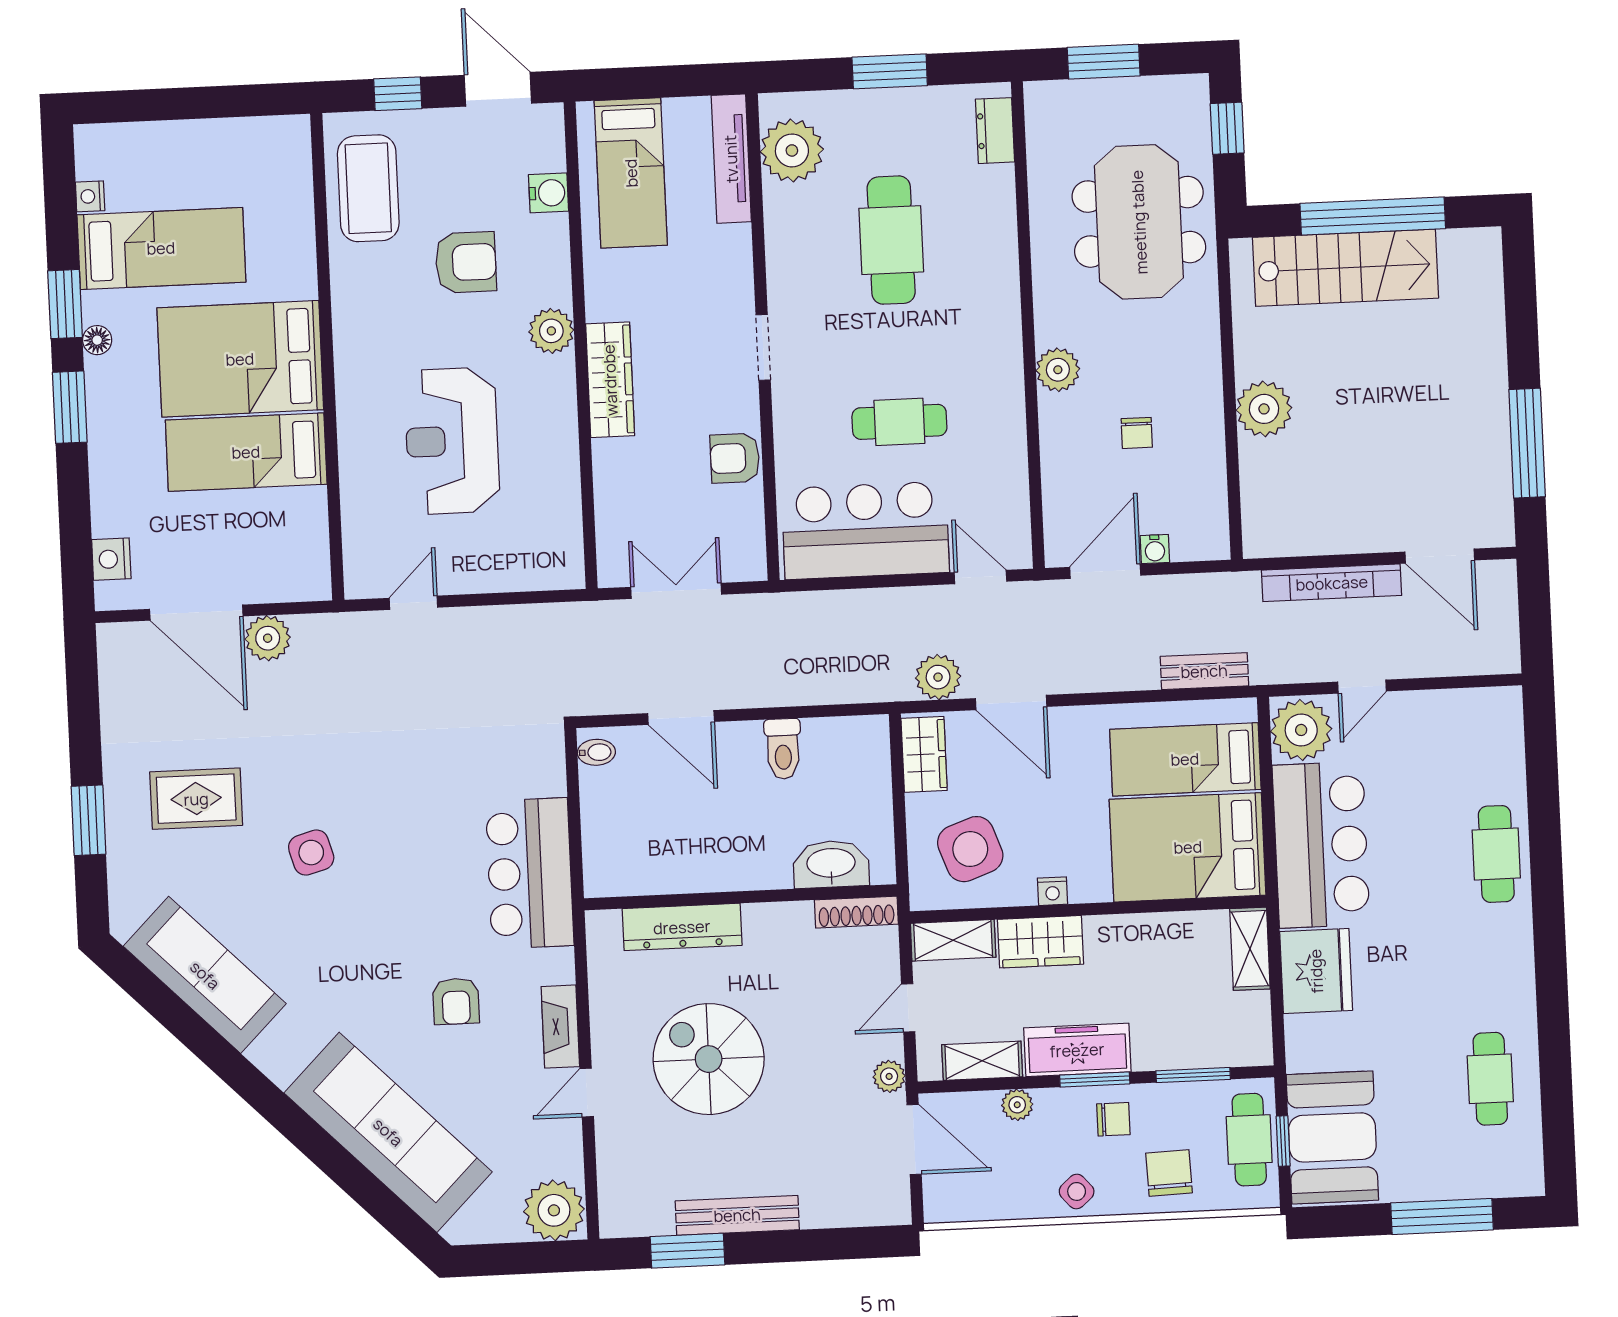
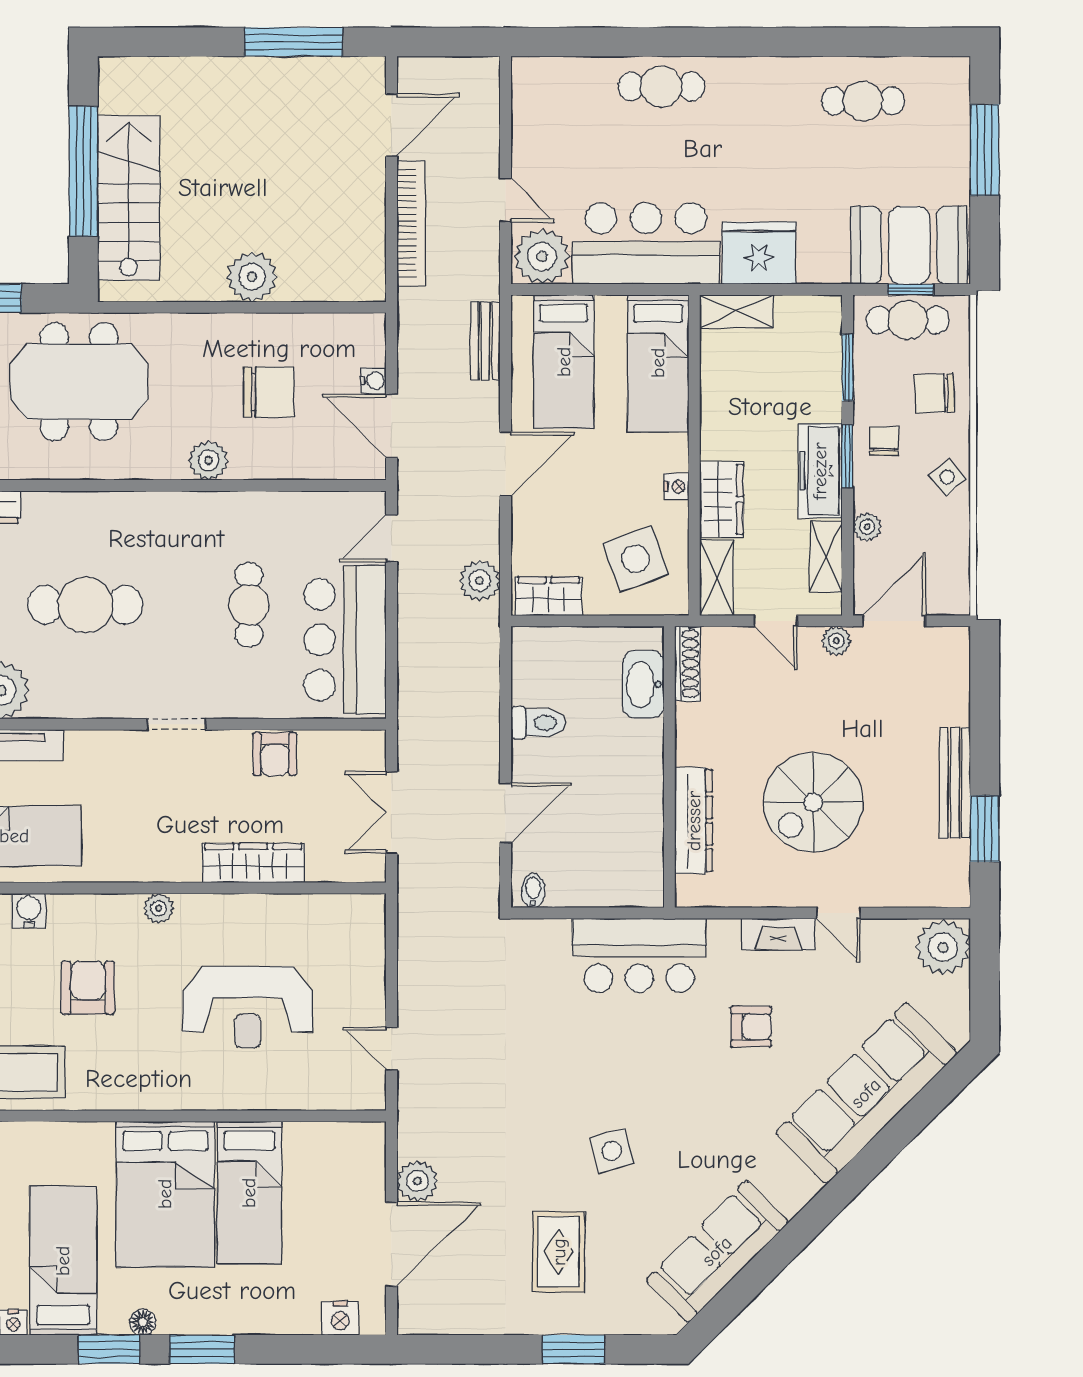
plant: (551, 331) -> (159, 908), width x0.73, depth x0.73
wardrobe: (610, 380) -> (253, 863), moved
chair: (1137, 433) -> (269, 392), width x1.87, depth x1.87
door: (1011, 703) -> (506, 464), moved
bed: (1188, 847) -> (658, 363), width x0.67

